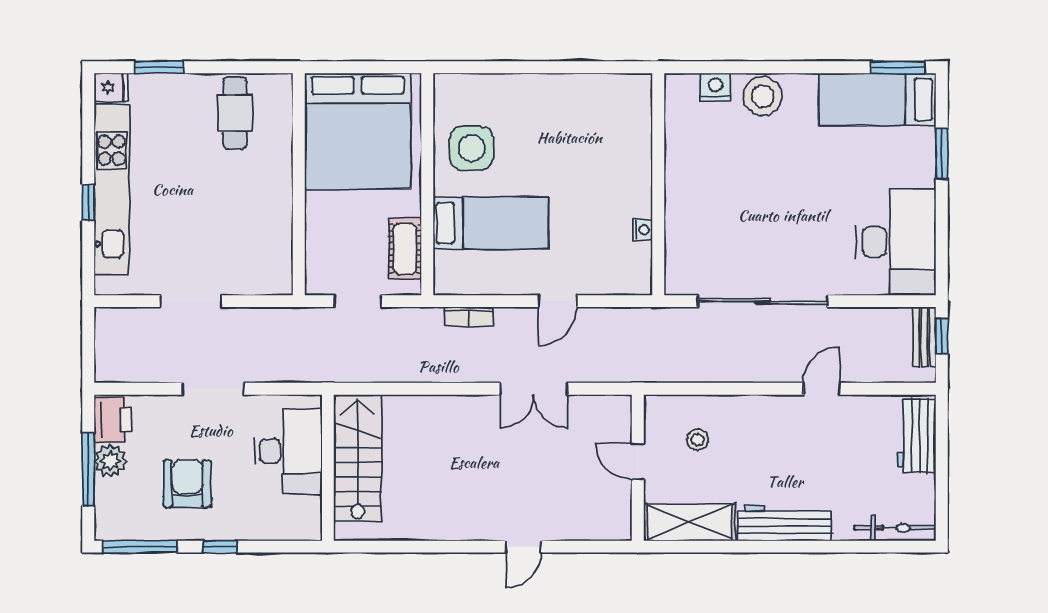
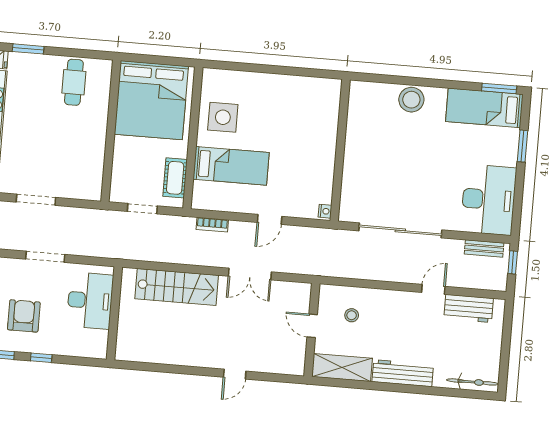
nightstand: (715, 87) -> (382, 91), removed
nightstand: (643, 230) -> (325, 211), moved
bench: (924, 337) -> (484, 248), moved, turned 90
workbench: (917, 436) -> (469, 308), moved, turned -90
stairs: (358, 458) -> (177, 287), moved, turned 90

